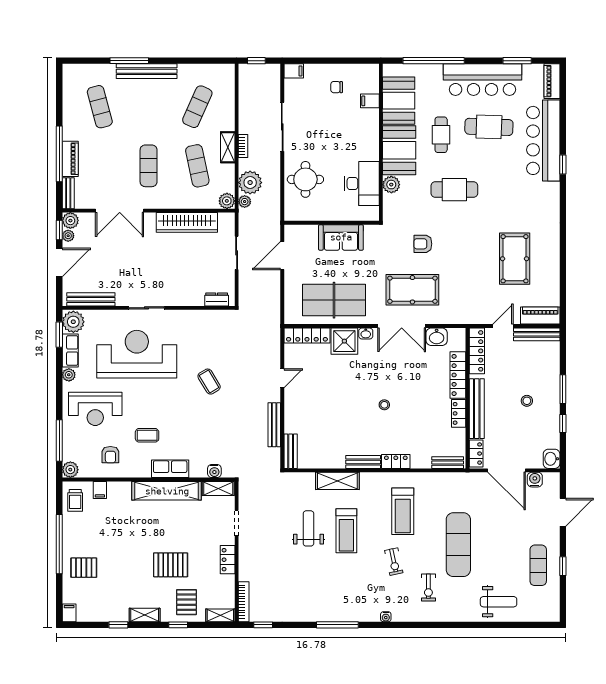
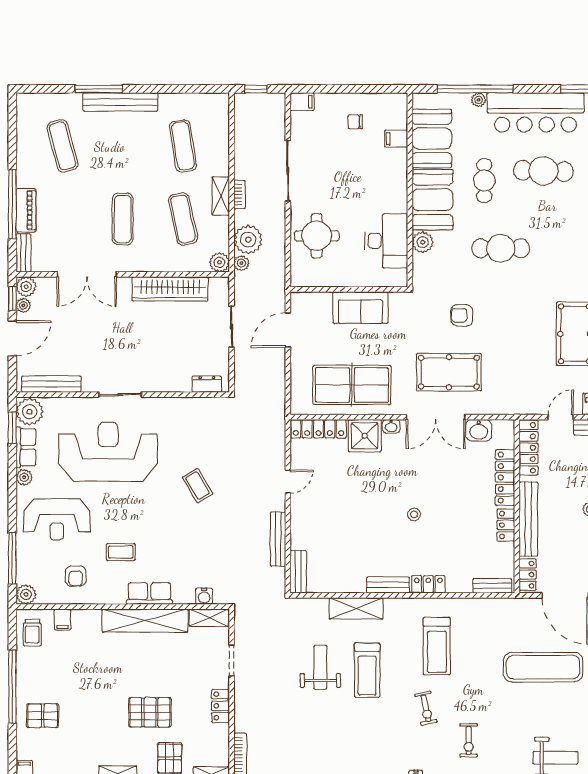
plant: (436, 69) -> (479, 100), added
exercise mat: (197, 107) -> (183, 146), turned -33
exercise mat: (458, 545) -> (543, 667), moved, turned 90

